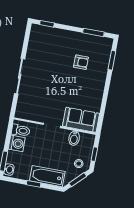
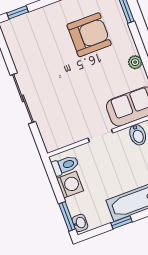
armchair: (81, 62) -> (89, 35), width x1.88, depth x1.88
plant: (98, 95) -> (135, 62), added

